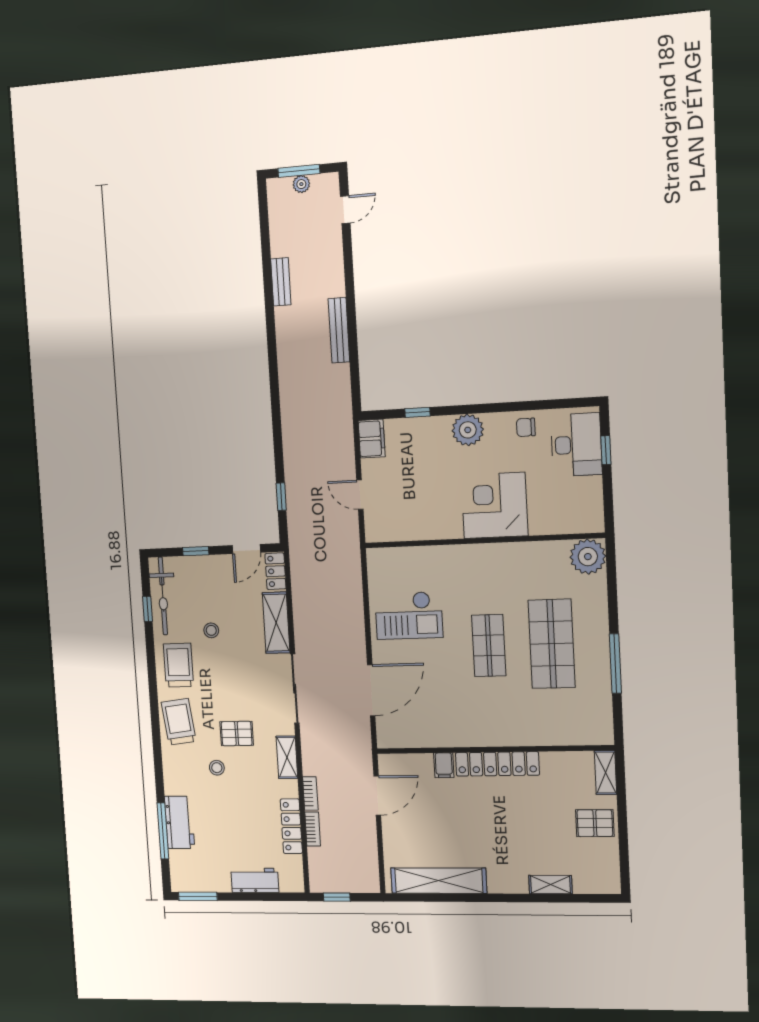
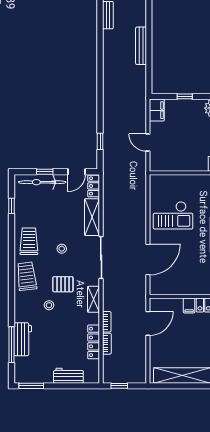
bicycle: (163, 596) -> (42, 182), moved, turned 90
stool: (211, 630) -> (62, 249), moved

